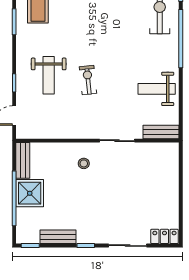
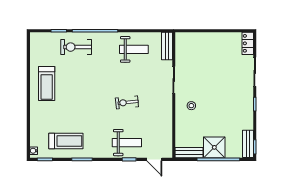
weight bench: (49, 75) -> (127, 143), moved
weight bench: (157, 89) -> (134, 49), turned -90
bench: (58, 237) -> (248, 144), moved

